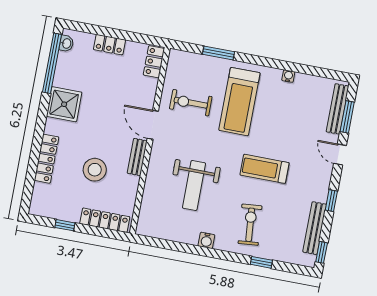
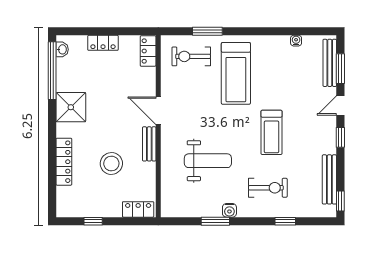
water cooler: (288, 76) -> (296, 41), moved
exercise bike: (191, 103) -> (191, 56), moved
door: (340, 155) -> (340, 105), hinge flipped
treadmill: (264, 169) -> (272, 132), turned -90
weight bench: (194, 185) -> (208, 161), turned -90
window: (331, 201) -> (340, 137), moved
locker: (105, 220) -> (138, 209), width x0.66
exercise bike: (250, 225) -> (268, 188), turned 95
window: (190, 249) -> (215, 221), added

